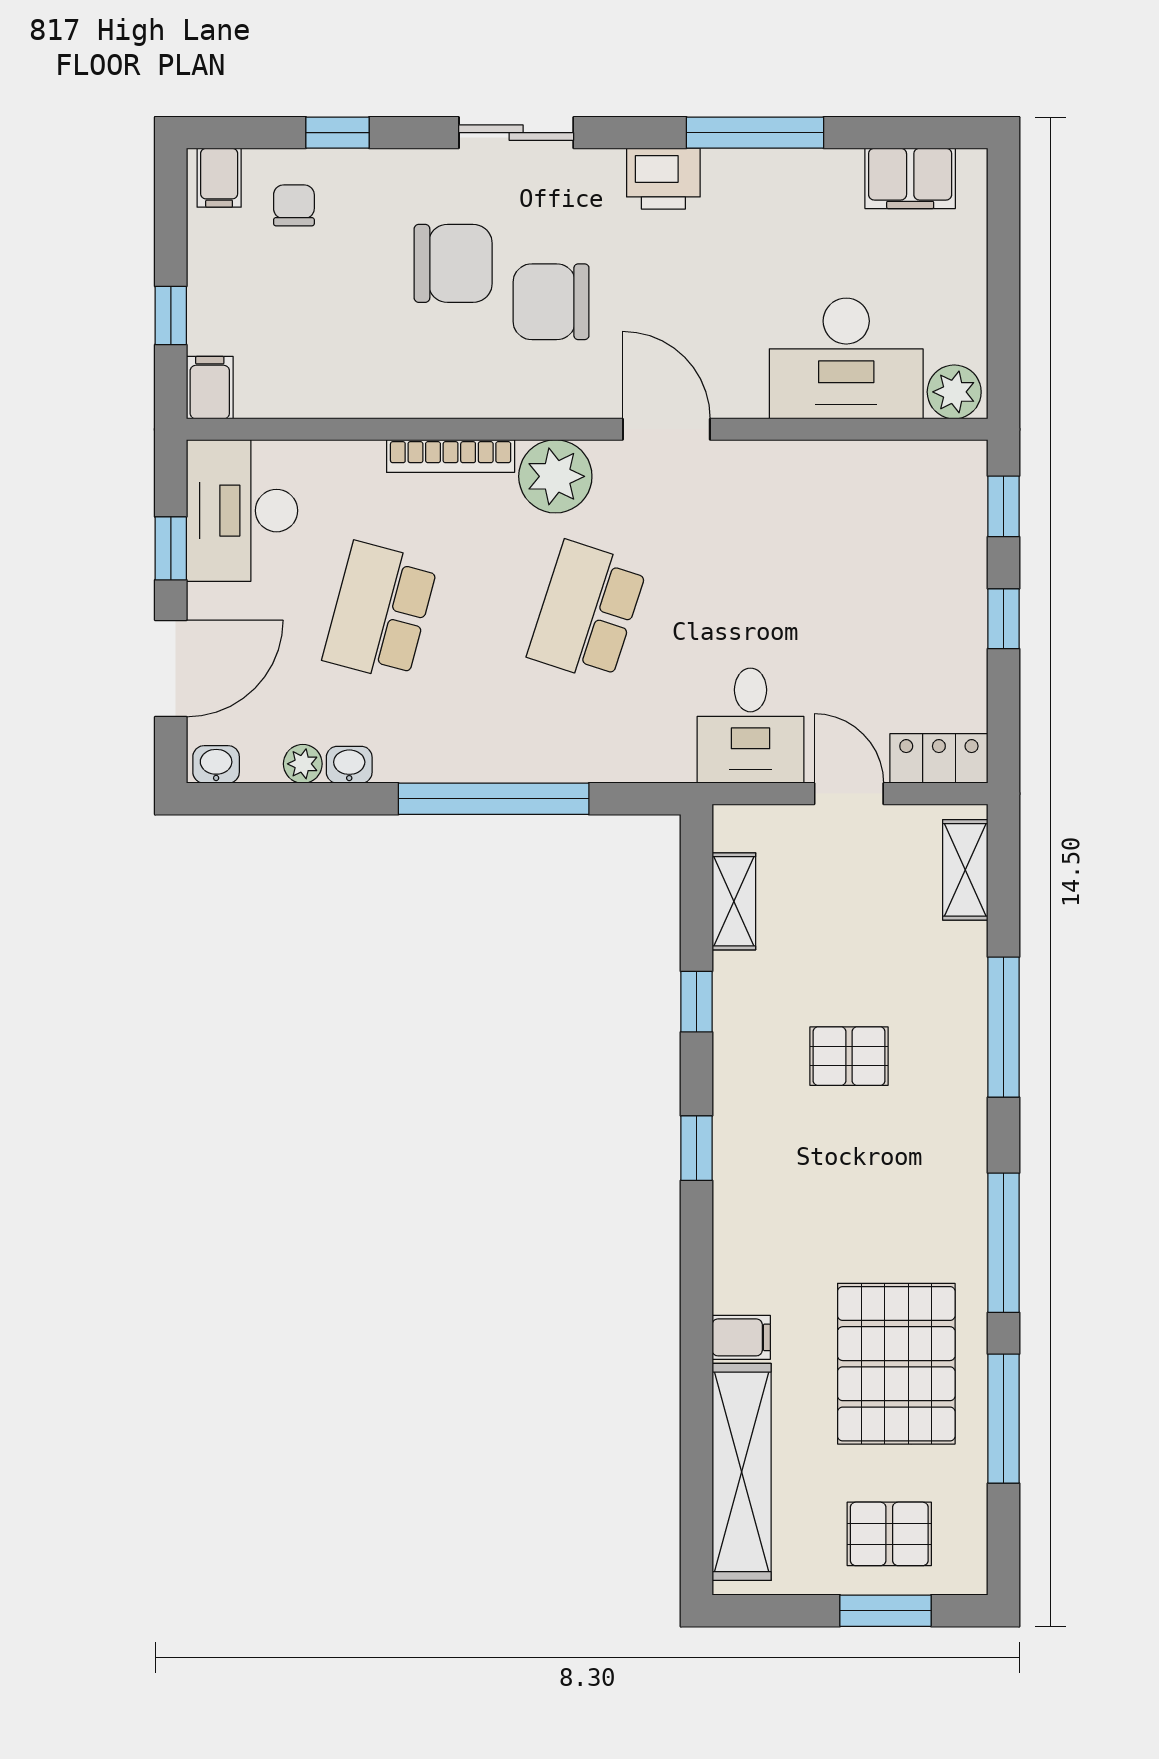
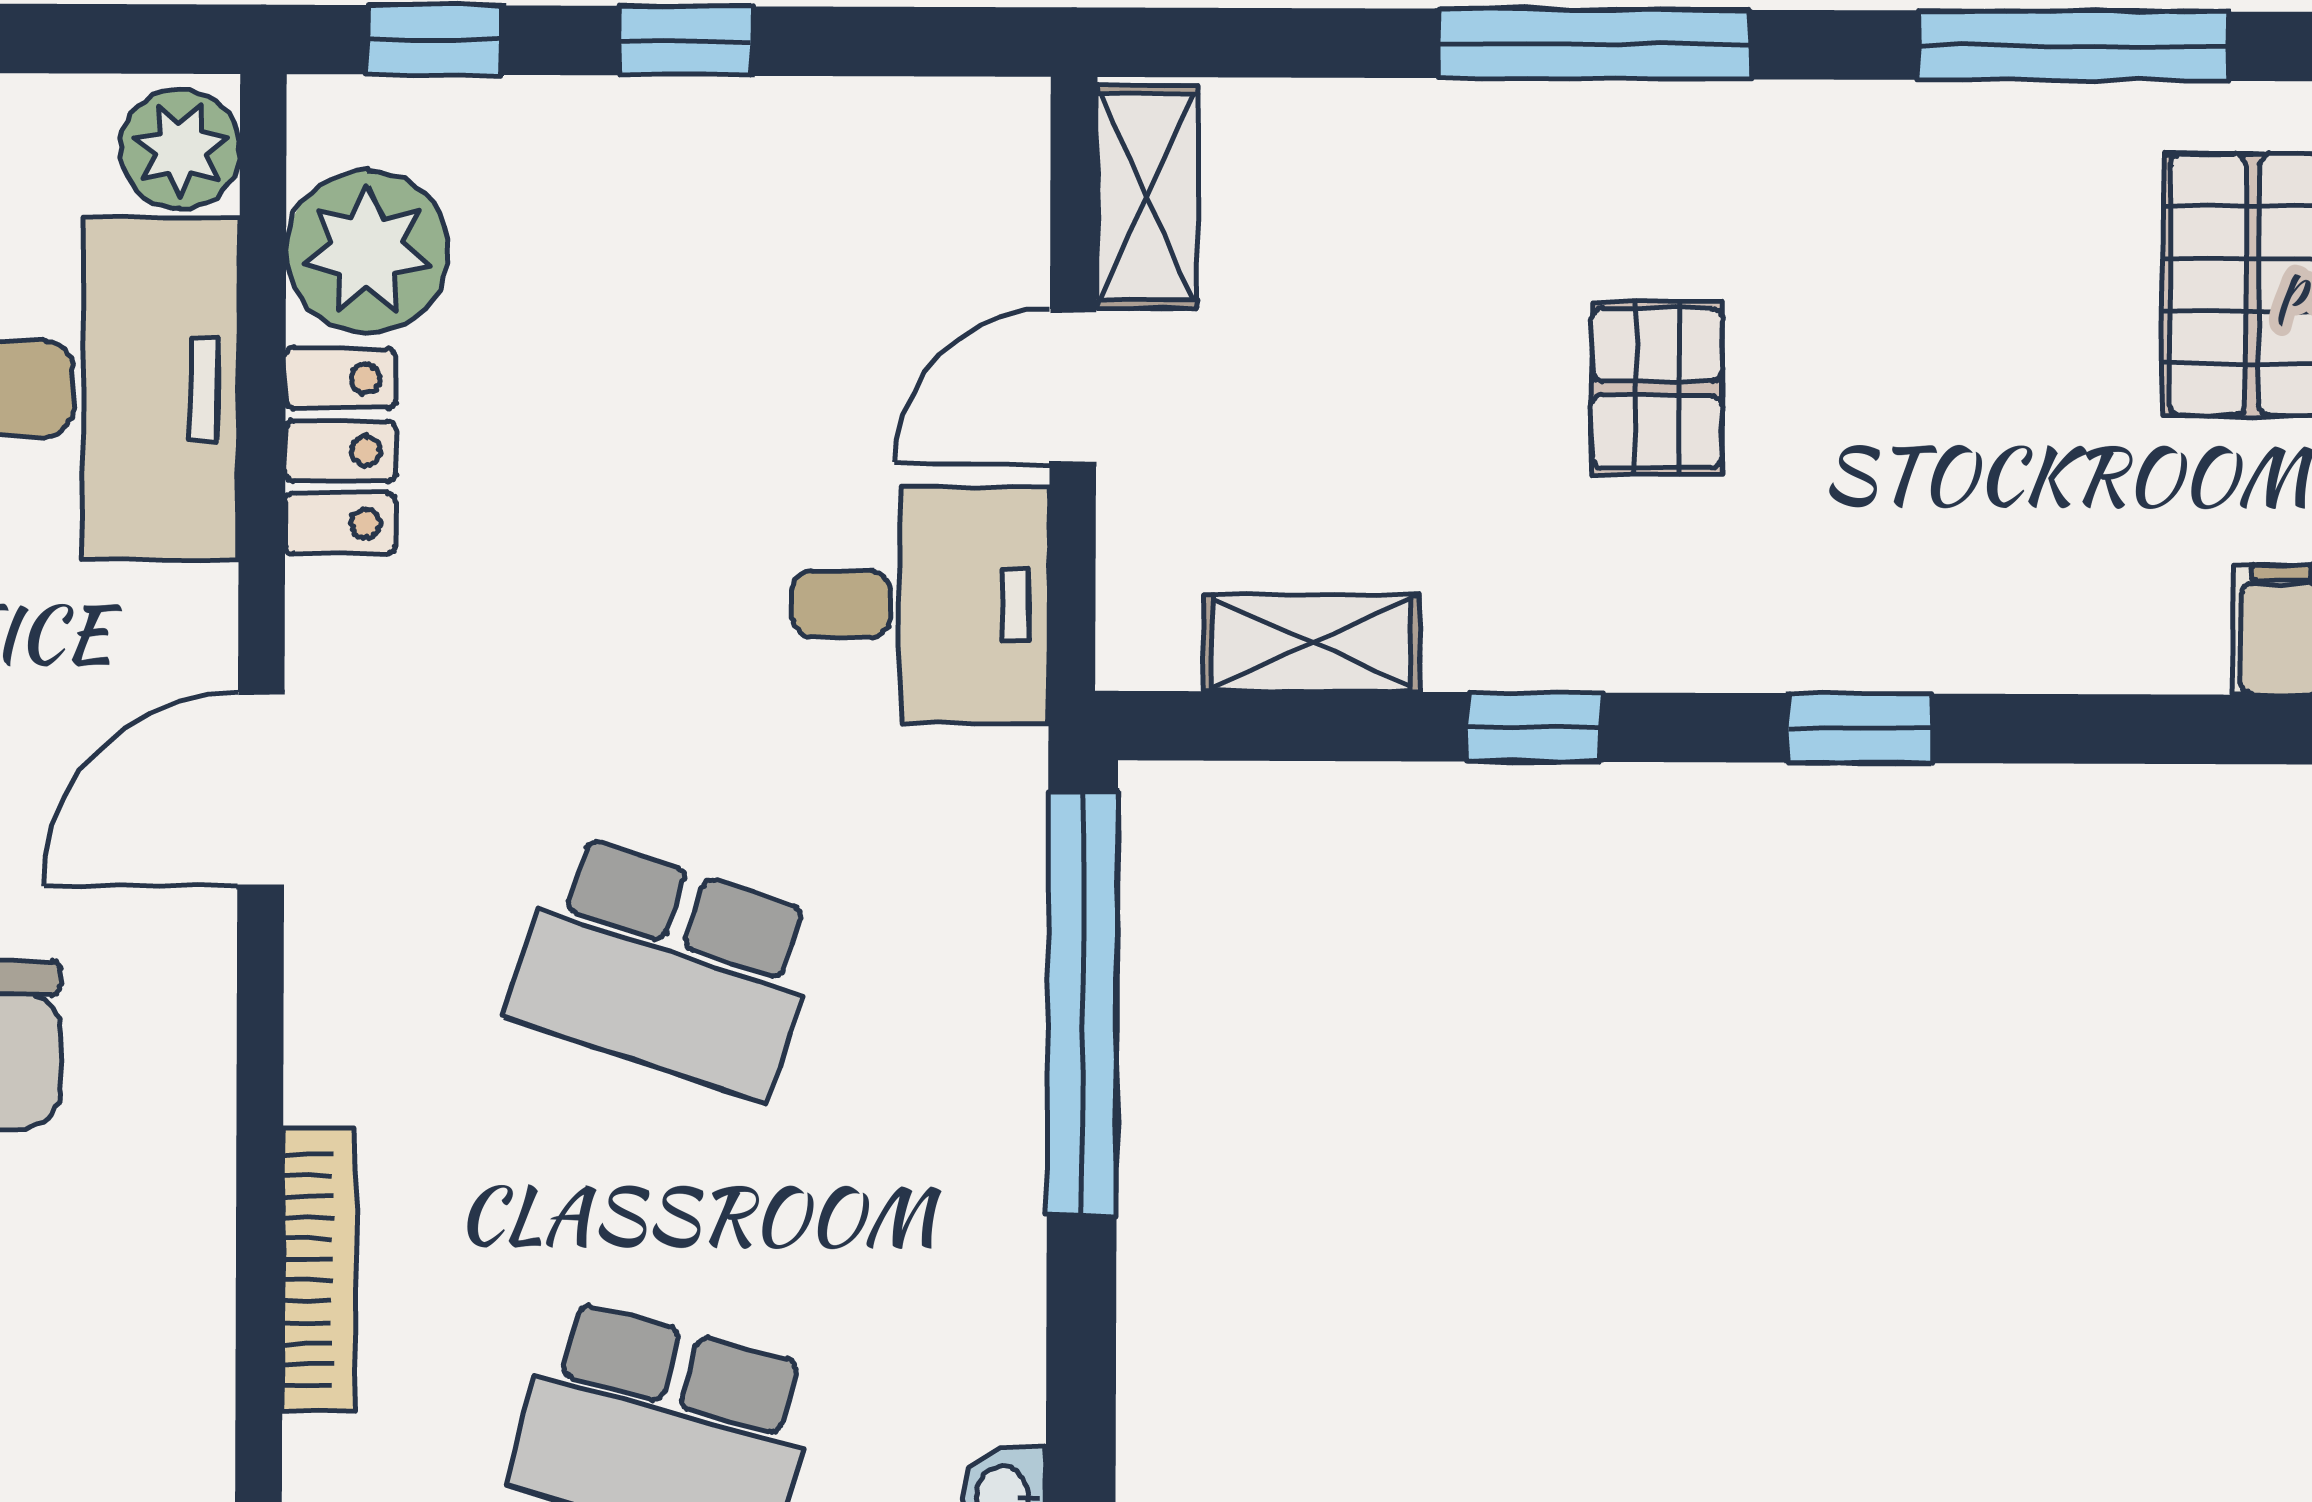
plant: (555, 476) -> (367, 251), moved
locker: (939, 758) -> (340, 451), moved, turned 180
window: (494, 799) -> (1082, 1004), moved
shelving: (965, 870) -> (1147, 197), moved, turned 90

